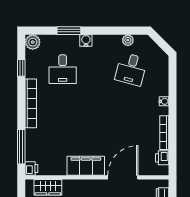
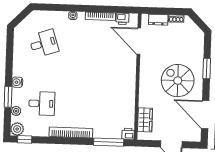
plant: (128, 40) -> (16, 111), moved
window: (21, 68) -> (25, 139), moved
desk: (131, 69) -> (44, 43), turned -33
filing cabinet: (86, 166) -> (127, 86), removed
door: (123, 177) -> (139, 41), moved

